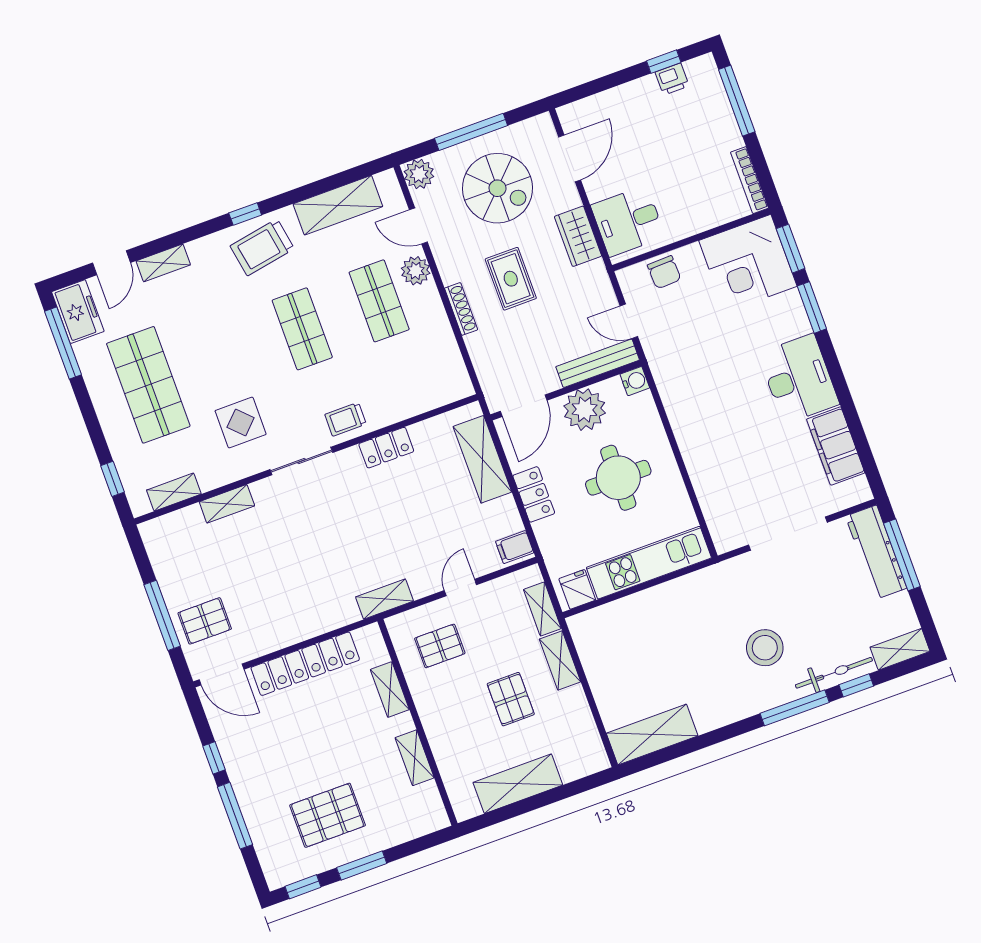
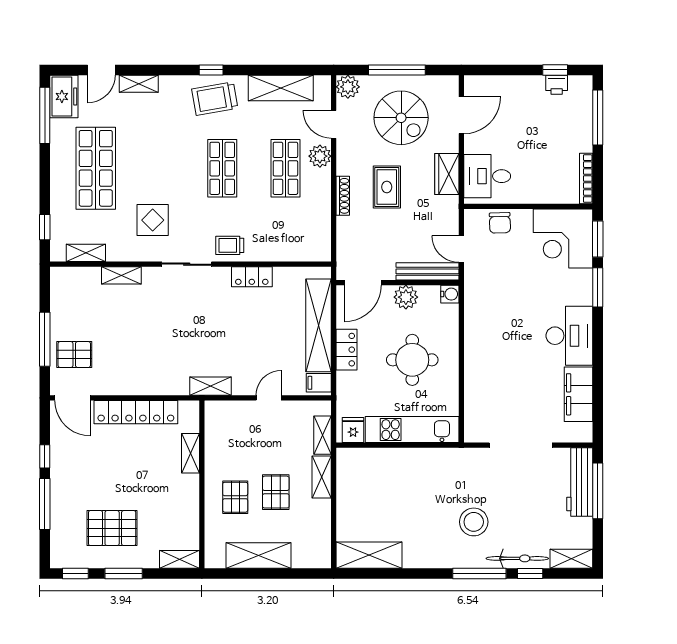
plant: (585, 410) -> (406, 297), width x0.73, depth x0.73
shelving: (482, 459) -> (319, 325), width x1.47
pallet: (440, 646) -> (235, 497), moved, turned 90
shelving: (415, 758) -> (180, 559), moved, turned 90

